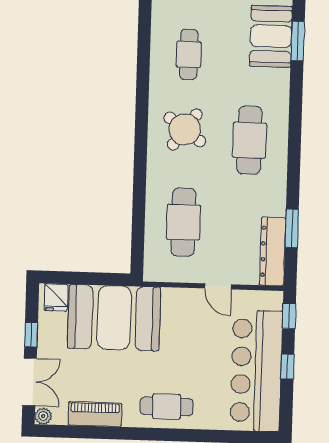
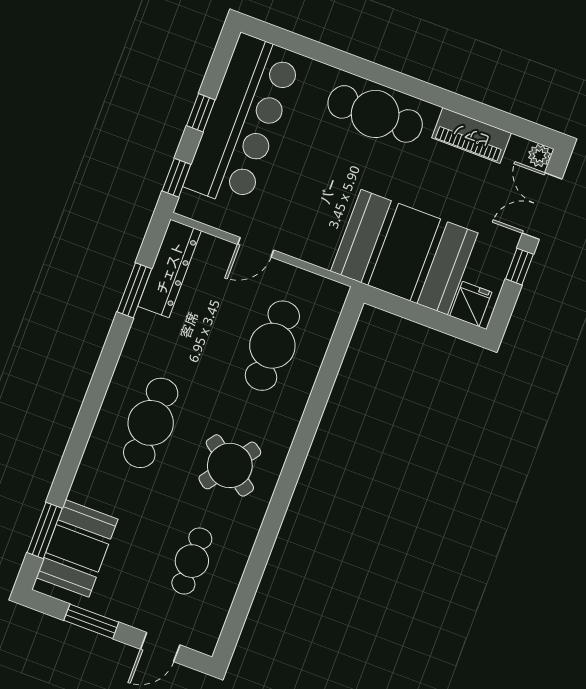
door: (218, 286) -> (256, 247), swing flipped
cafe table: (167, 406) -> (375, 114), width x1.37, depth x1.35

